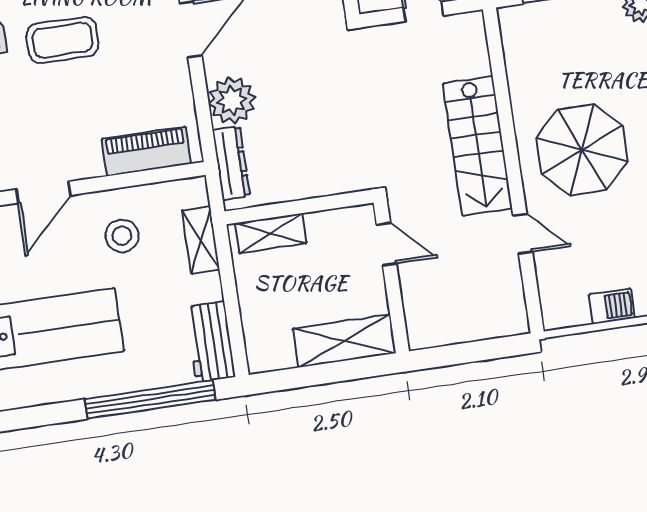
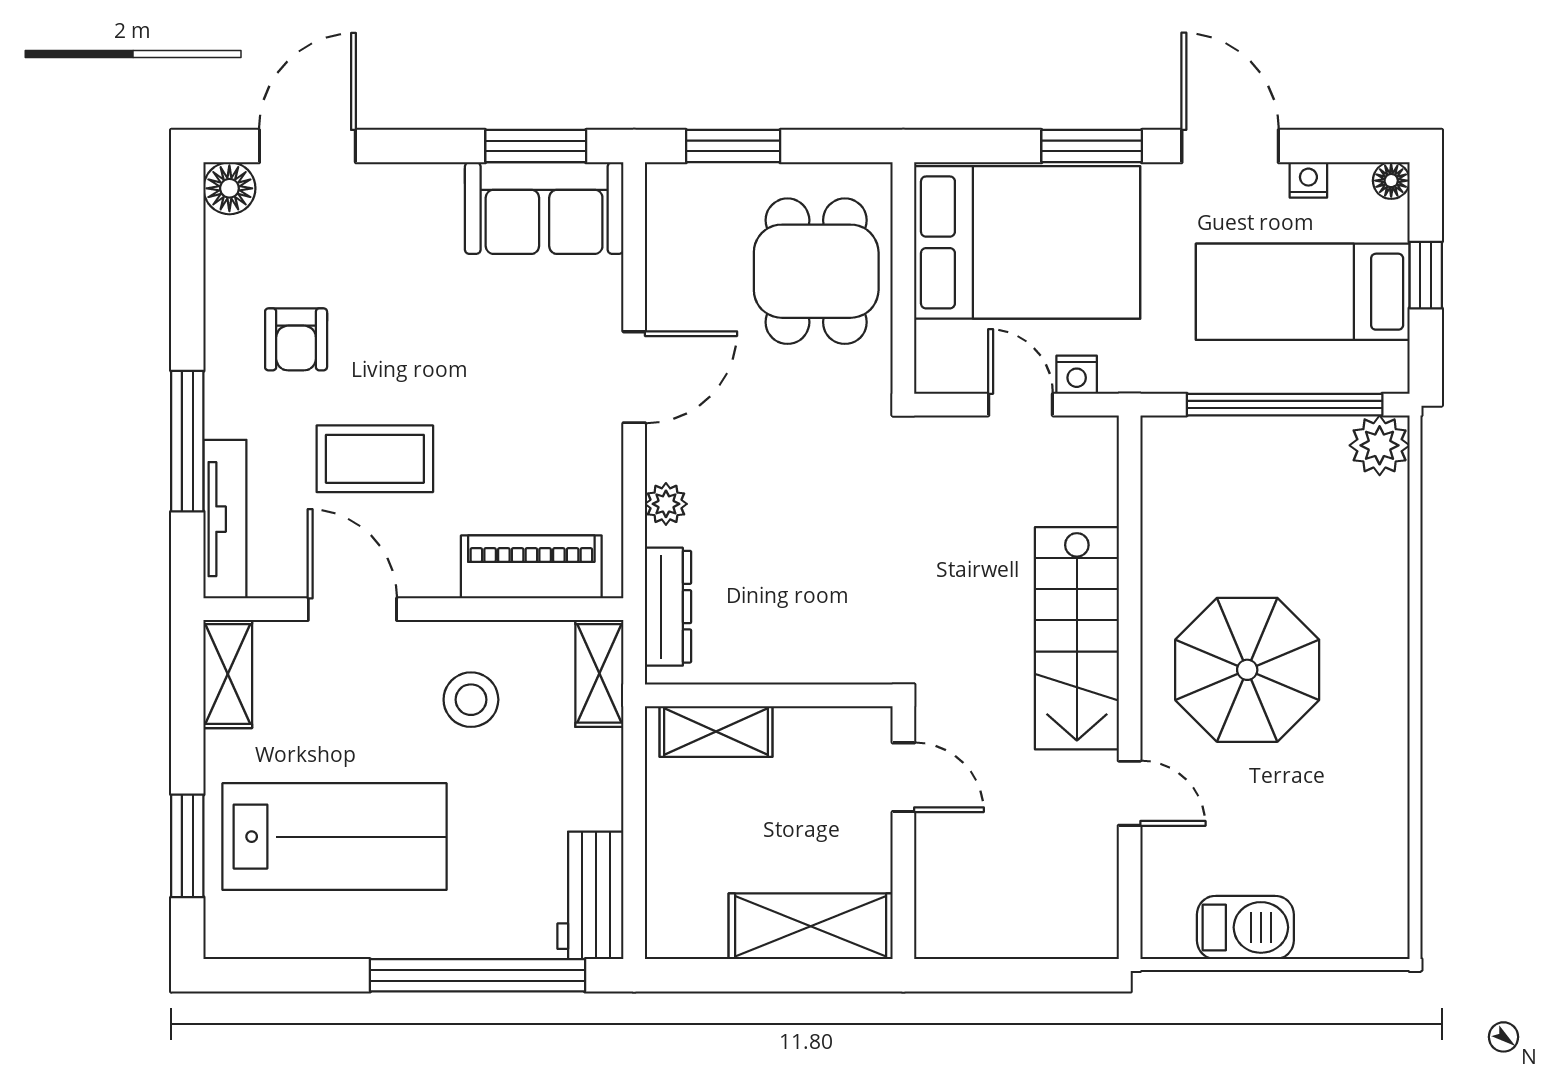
coffee table: (62, 40) -> (375, 459), moved
plant: (232, 100) -> (666, 504), width x0.53, depth x0.53
door: (43, 192) -> (352, 609), swing flipped
shelving: (201, 240) -> (599, 673), moved
barbecue: (612, 306) -> (1245, 927), width x1.38, depth x1.27

